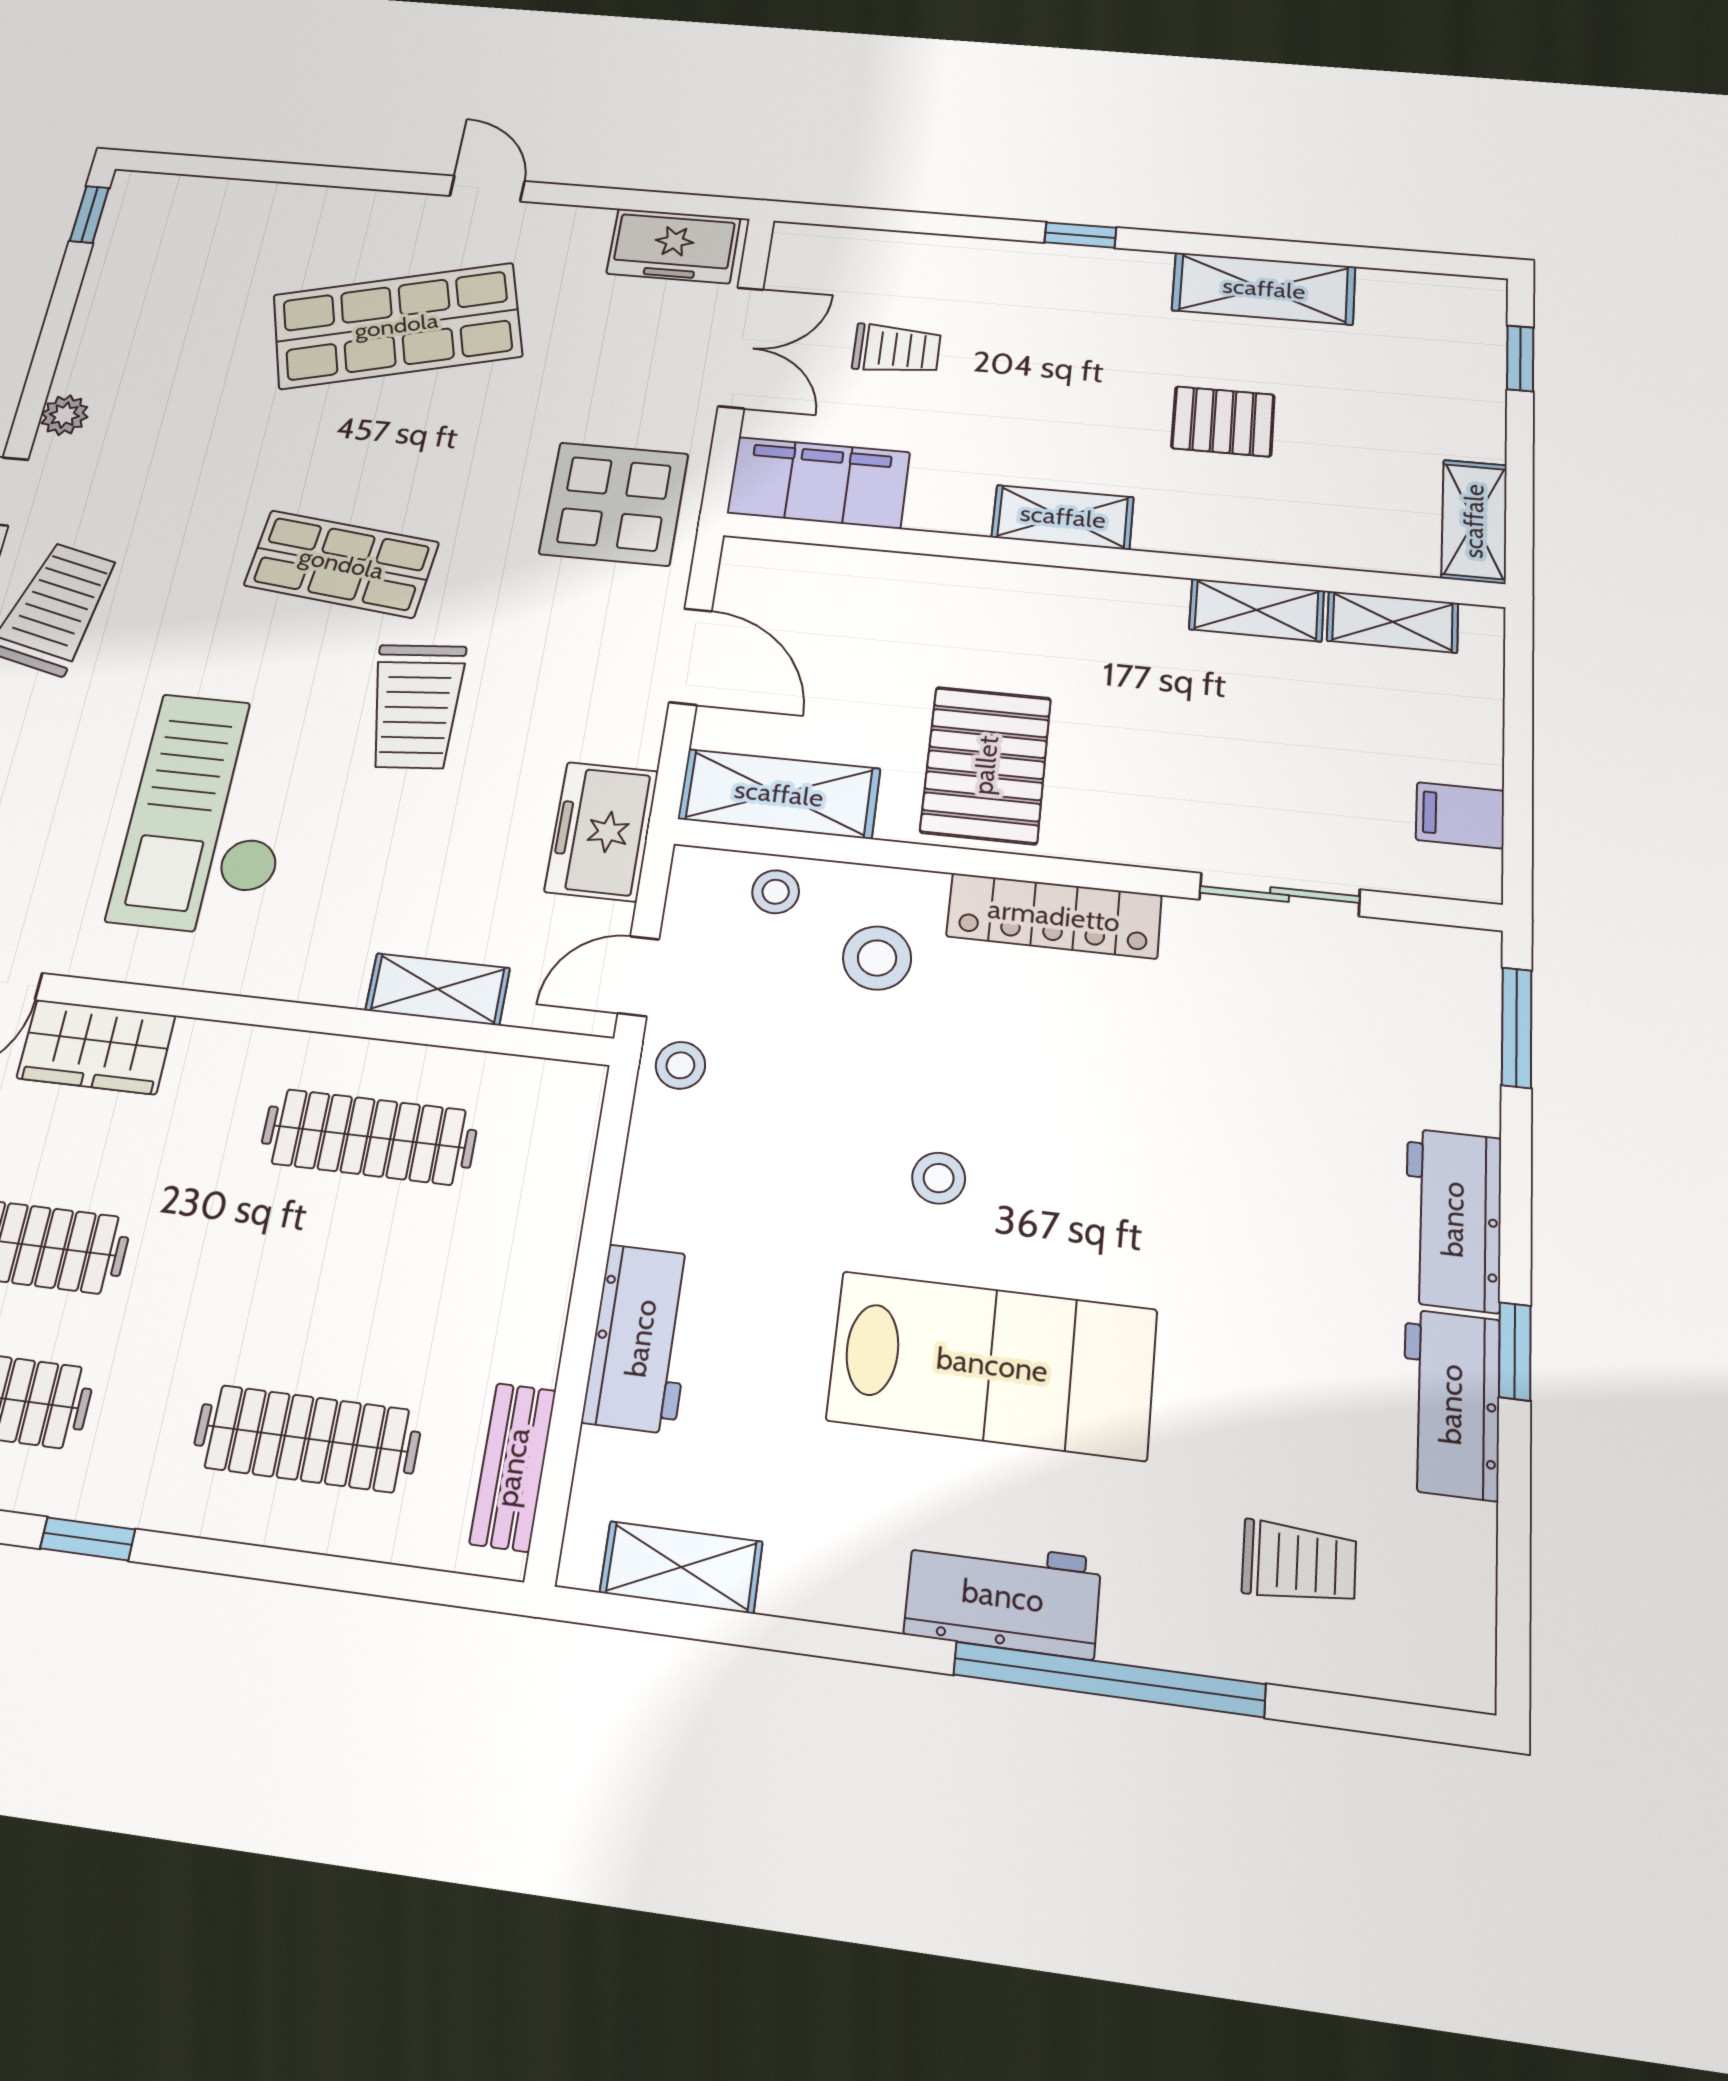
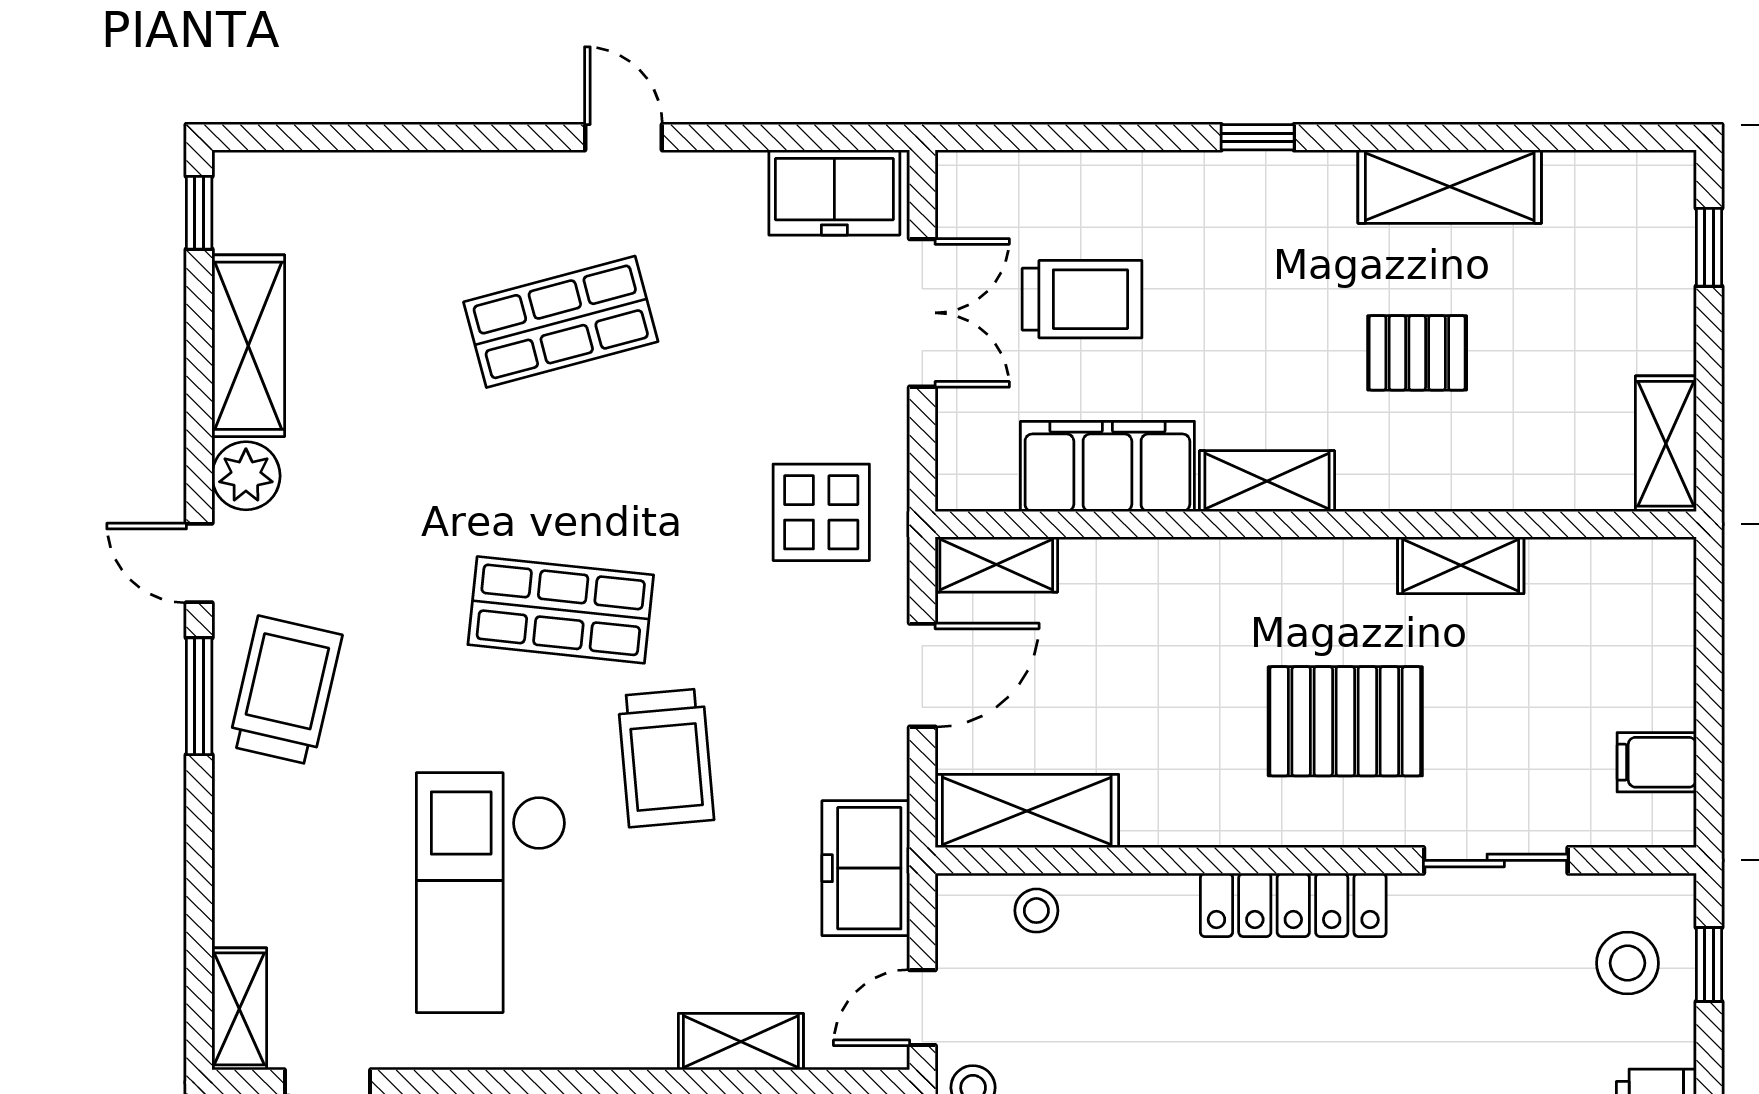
shelving: (103, 320) -> (248, 346), added
shop shelf: (397, 326) -> (561, 322), width x0.70, depth x0.74
trolley: (896, 349) -> (1082, 299), width x1.36, depth x1.39
plant: (64, 415) -> (246, 476), width x1.38, depth x1.38
filing cabinet: (819, 483) -> (1107, 466), moved
display table: (614, 504) -> (821, 512), width x0.73, depth x0.73
shelving: (1393, 622) -> (996, 564), moved
door: (690, 656) -> (922, 675), hinge flipped
pallet: (986, 765) -> (1345, 721), moved, turned 90
stool: (877, 958) -> (1628, 963), moved
window: (1517, 1027) -> (1709, 964), width x0.67

